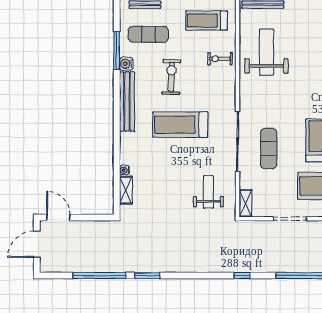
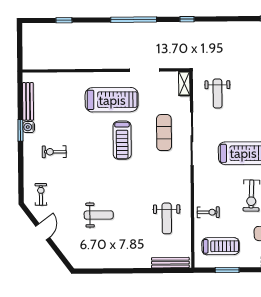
weight bench: (267, 52) -> (167, 218), width x0.73, depth x0.75

